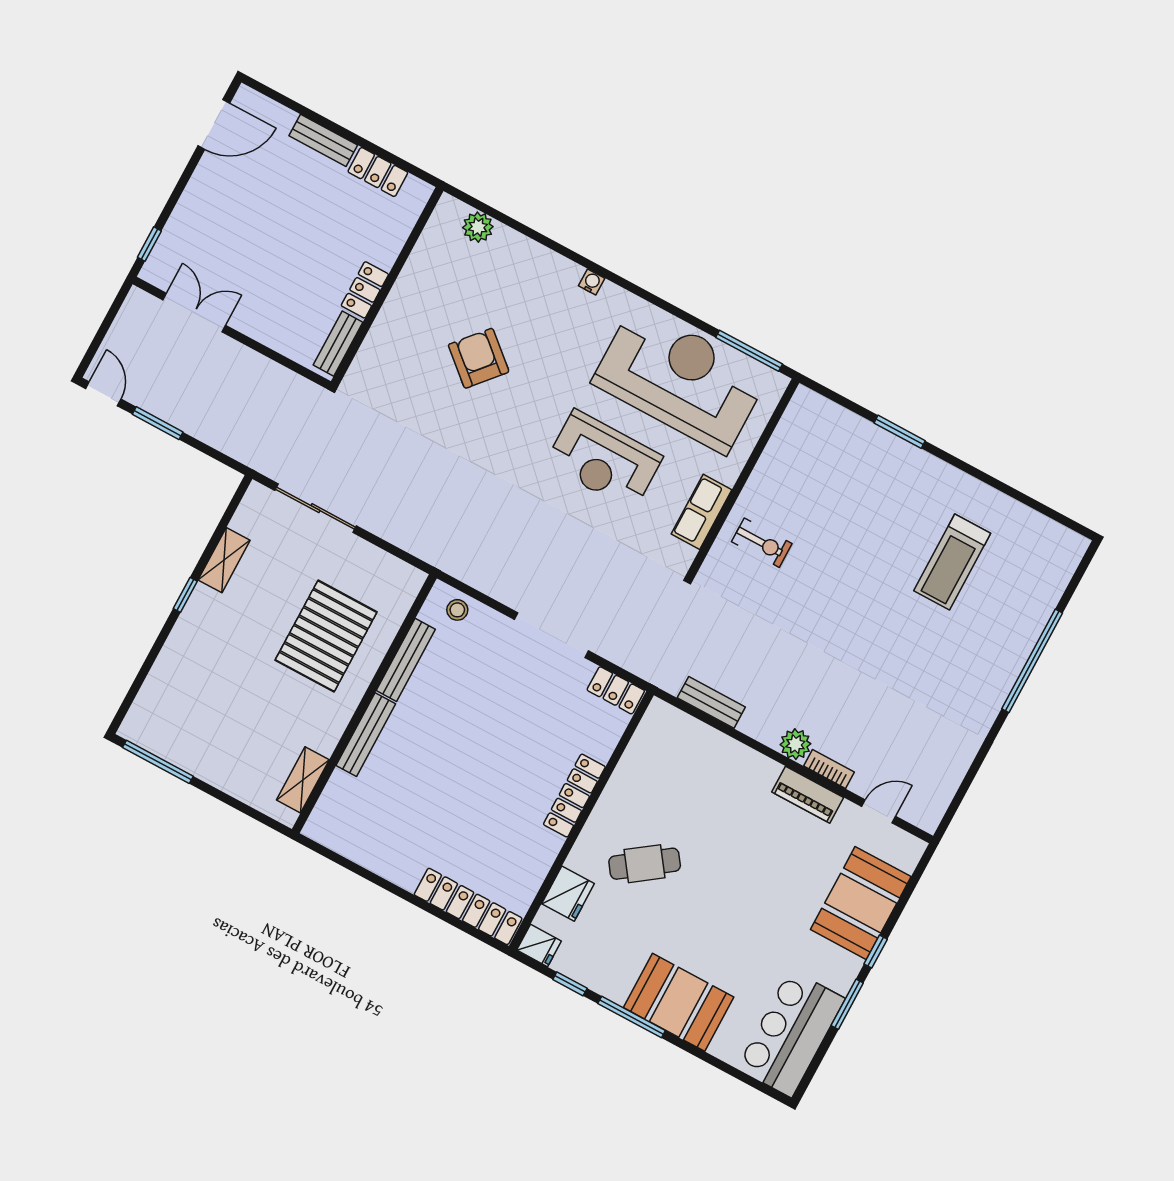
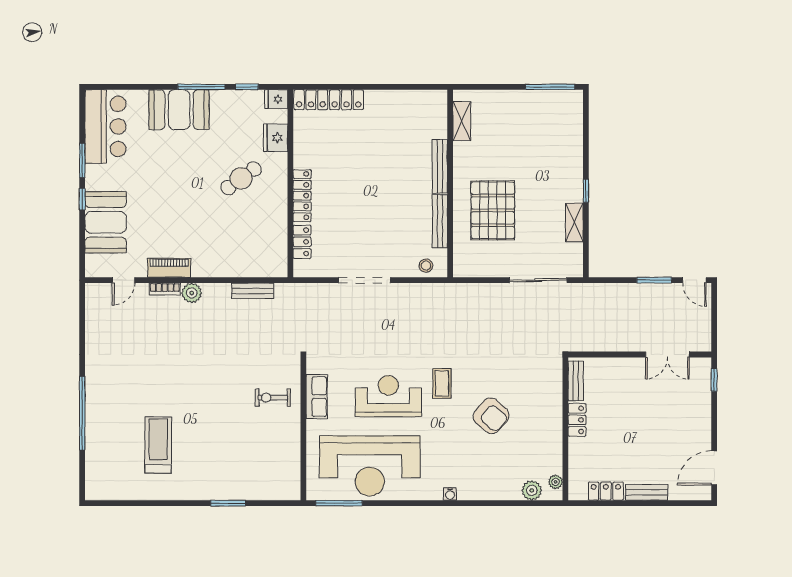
plant: (439, 221) -> (556, 482), added
coffee table: (522, 438) -> (442, 383), added
locker: (616, 690) -> (302, 242), moved, turned 90

